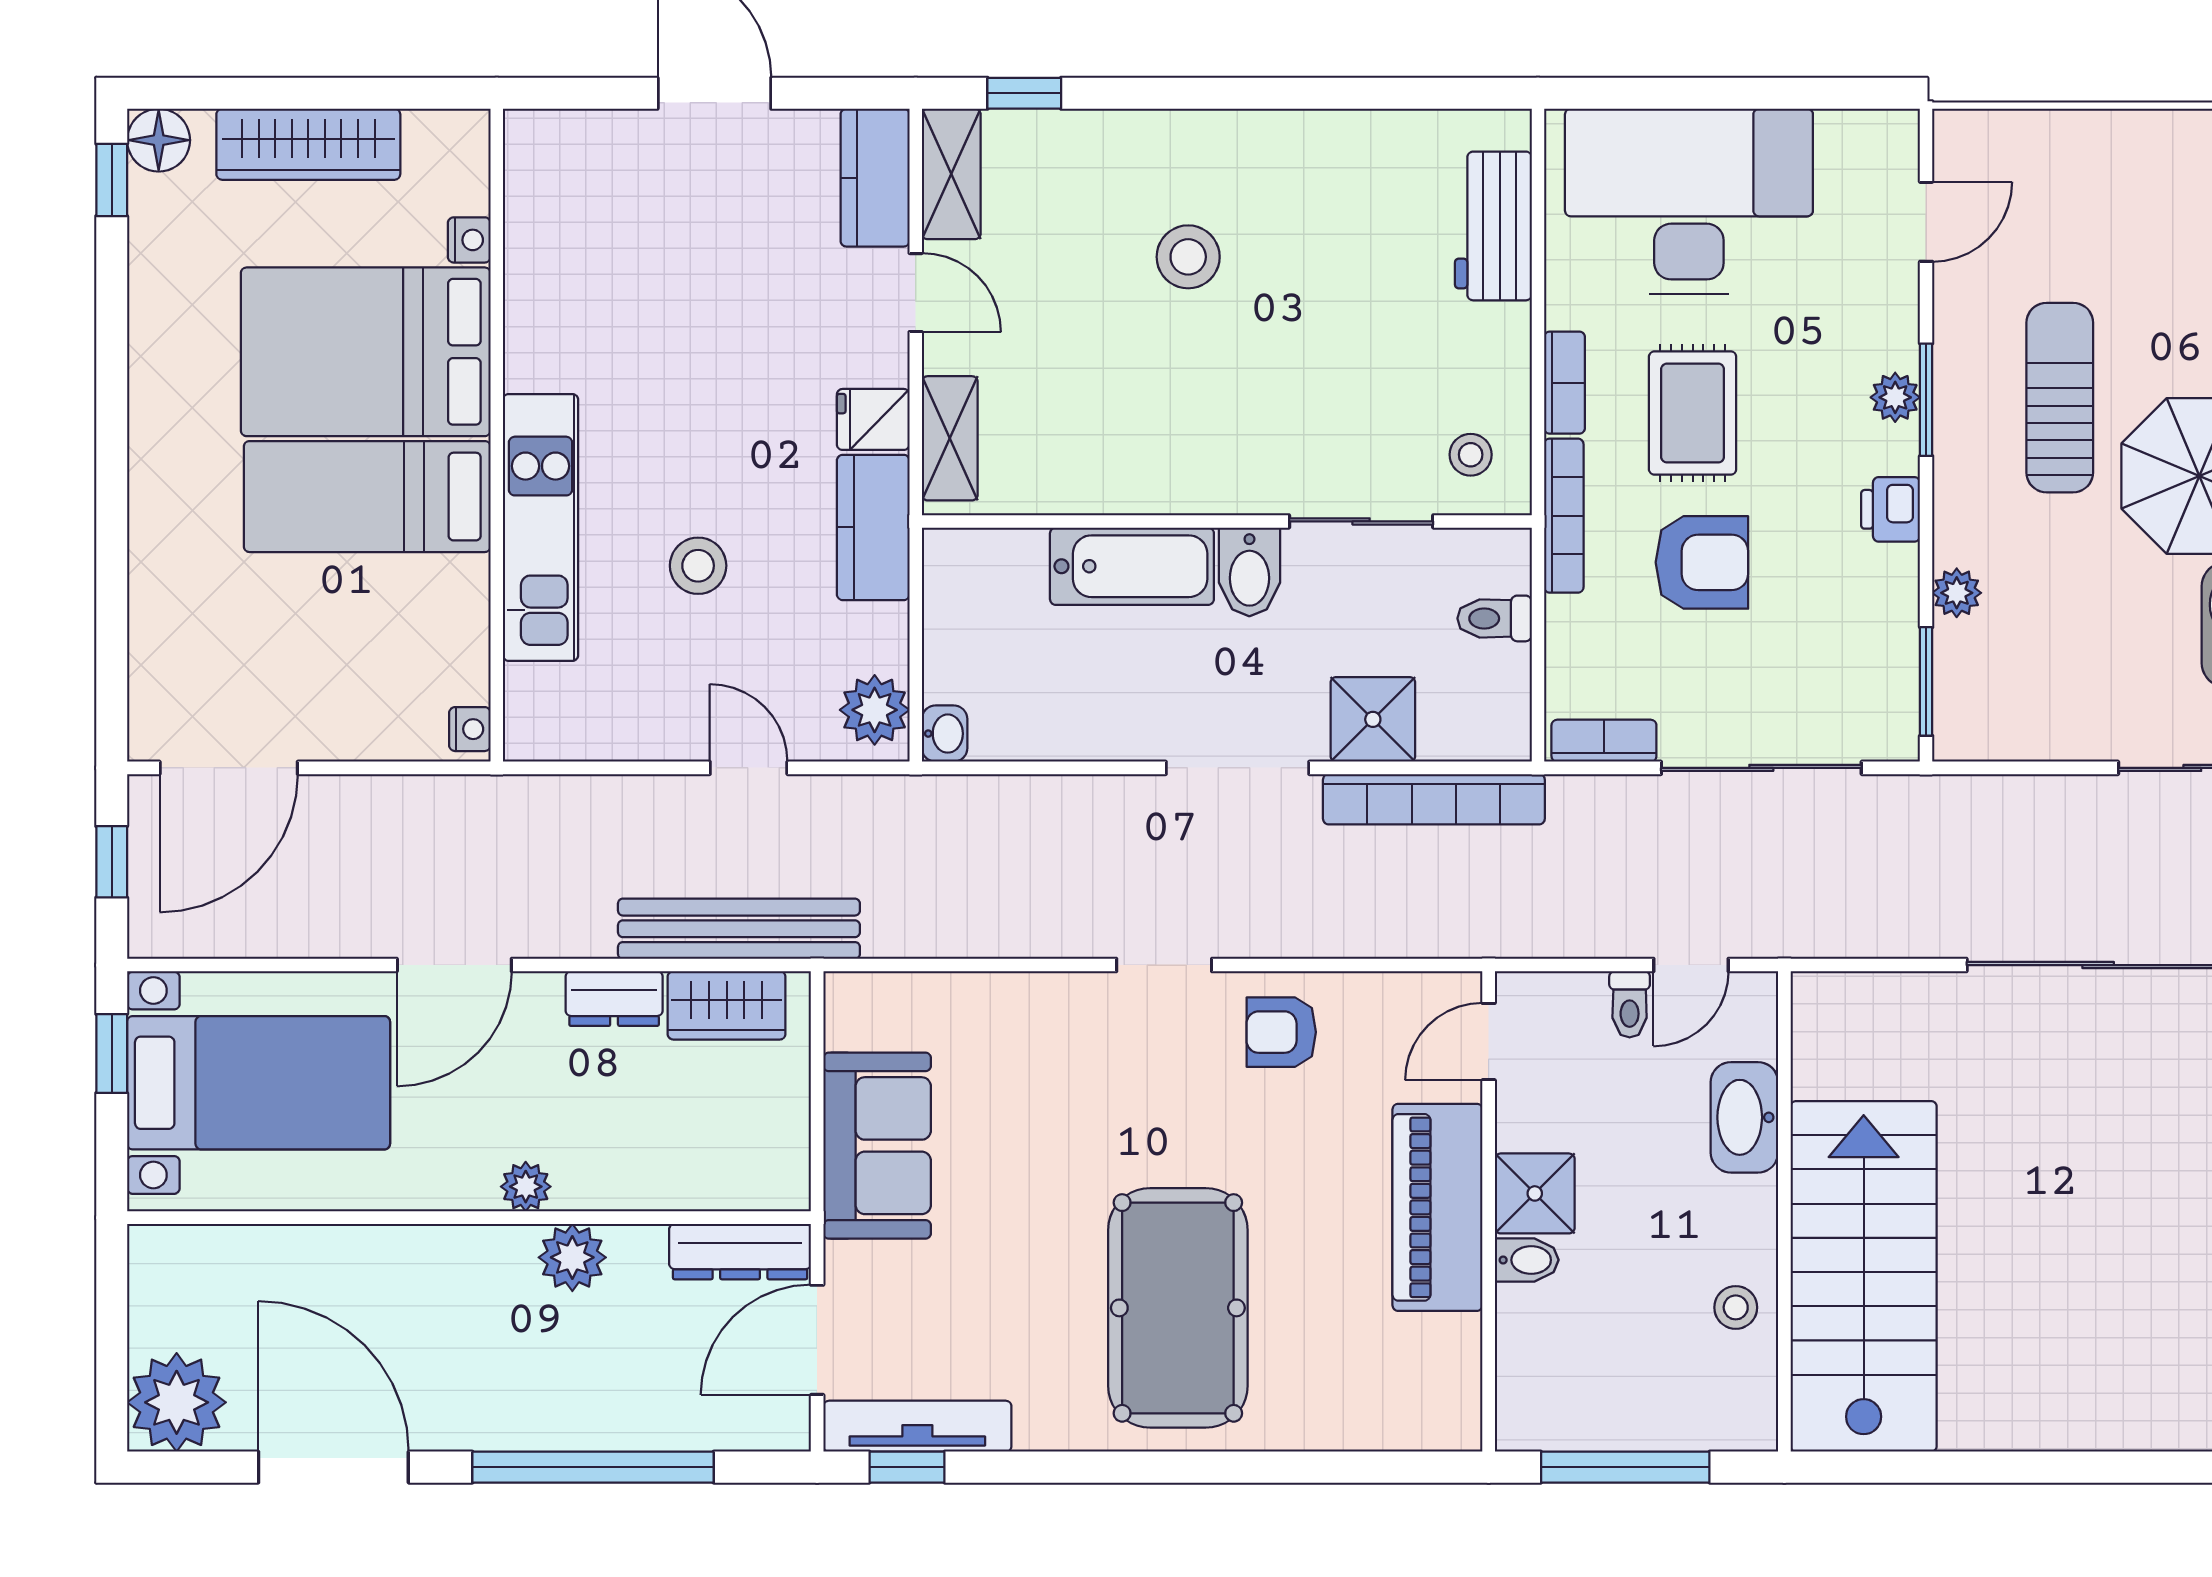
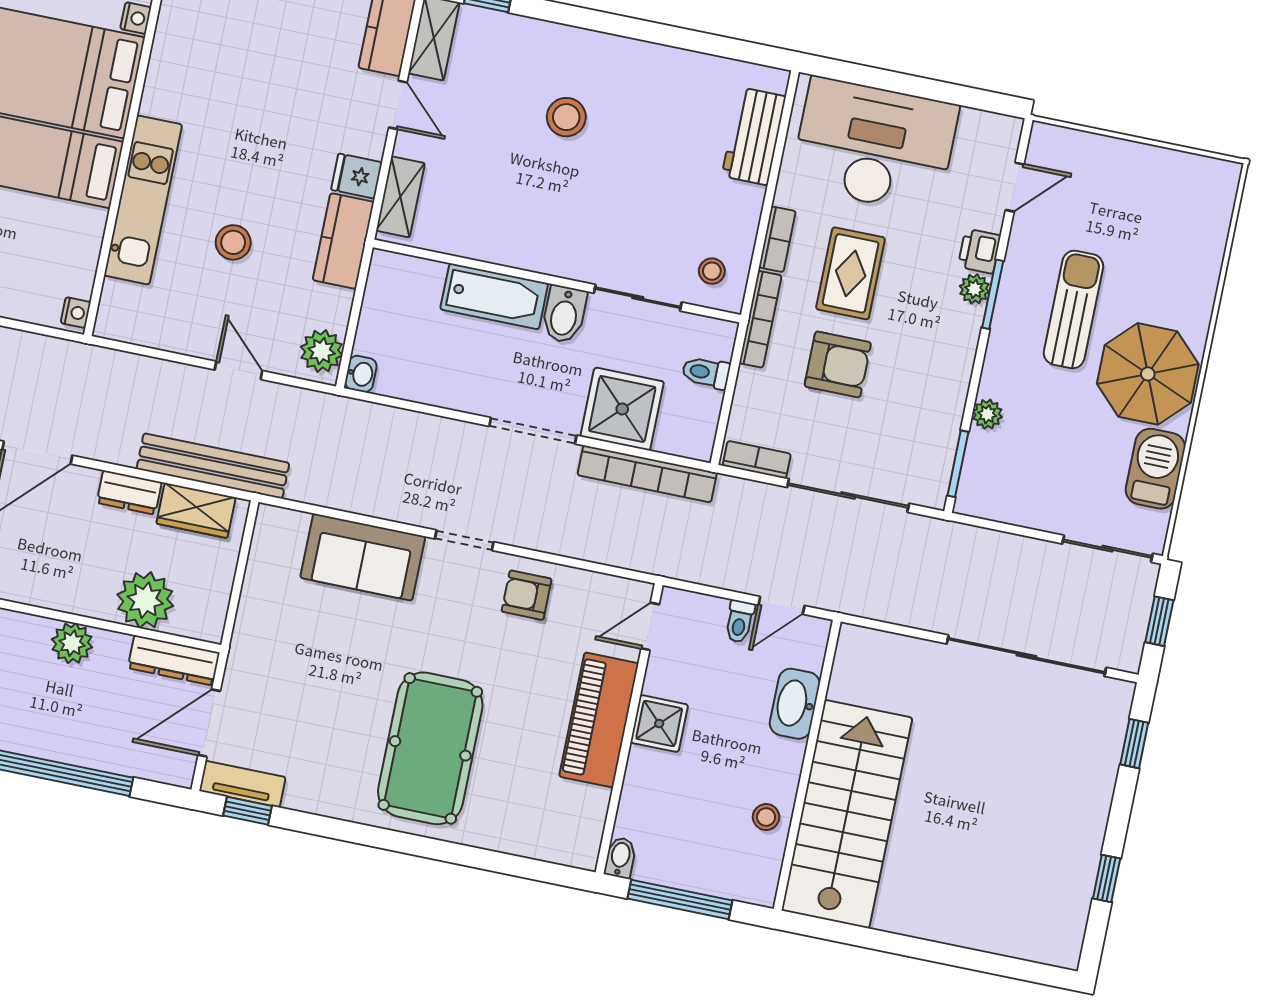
printer: (1891, 509) -> (979, 251), moved
shower: (1373, 719) -> (622, 409), width x1.36, depth x1.36
sofa: (877, 1146) -> (363, 557), moved, turned 90
plant: (526, 1187) -> (145, 600), moved, width x1.88, depth x1.88
bidet: (1527, 1260) -> (620, 858), moved, turned -90
tv unit: (917, 1426) -> (242, 784), width x0.71

